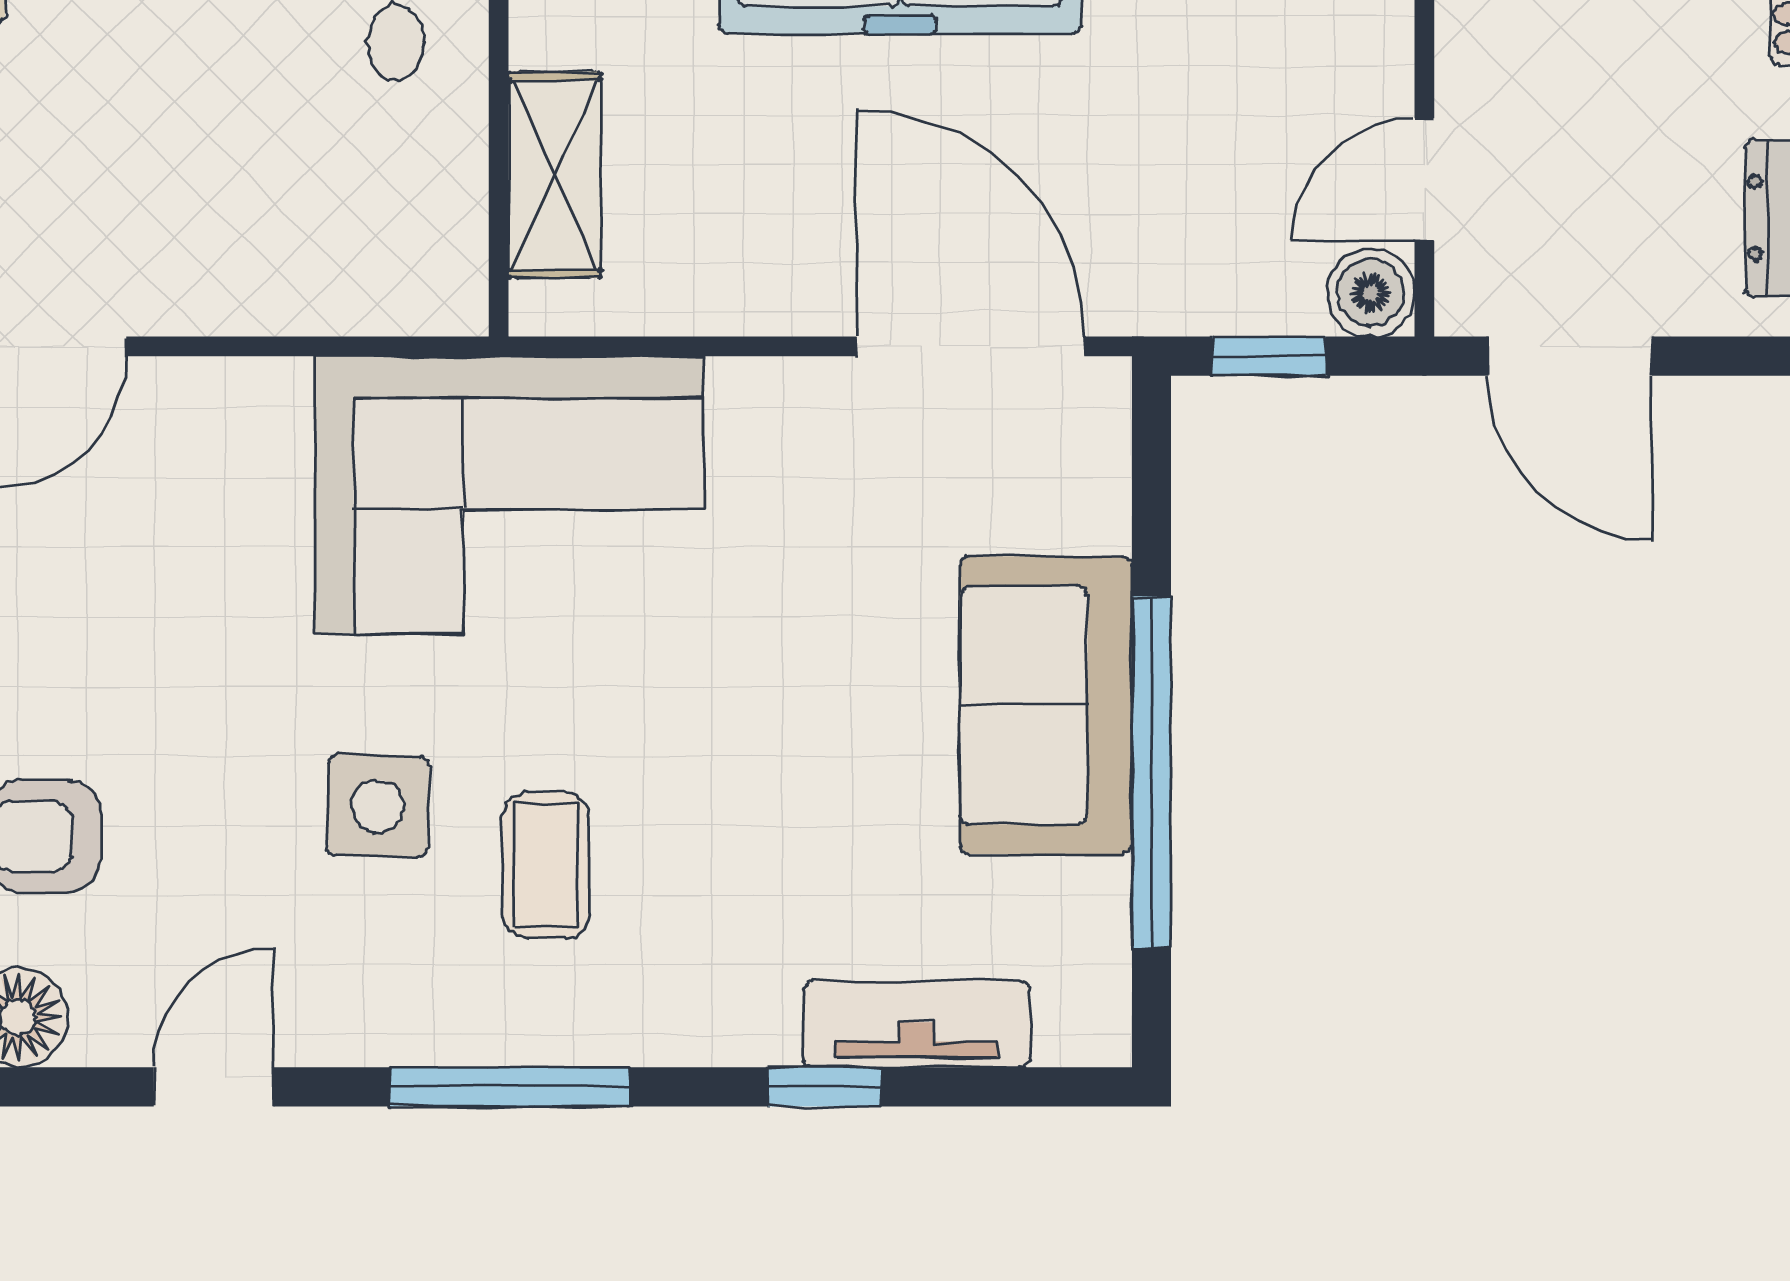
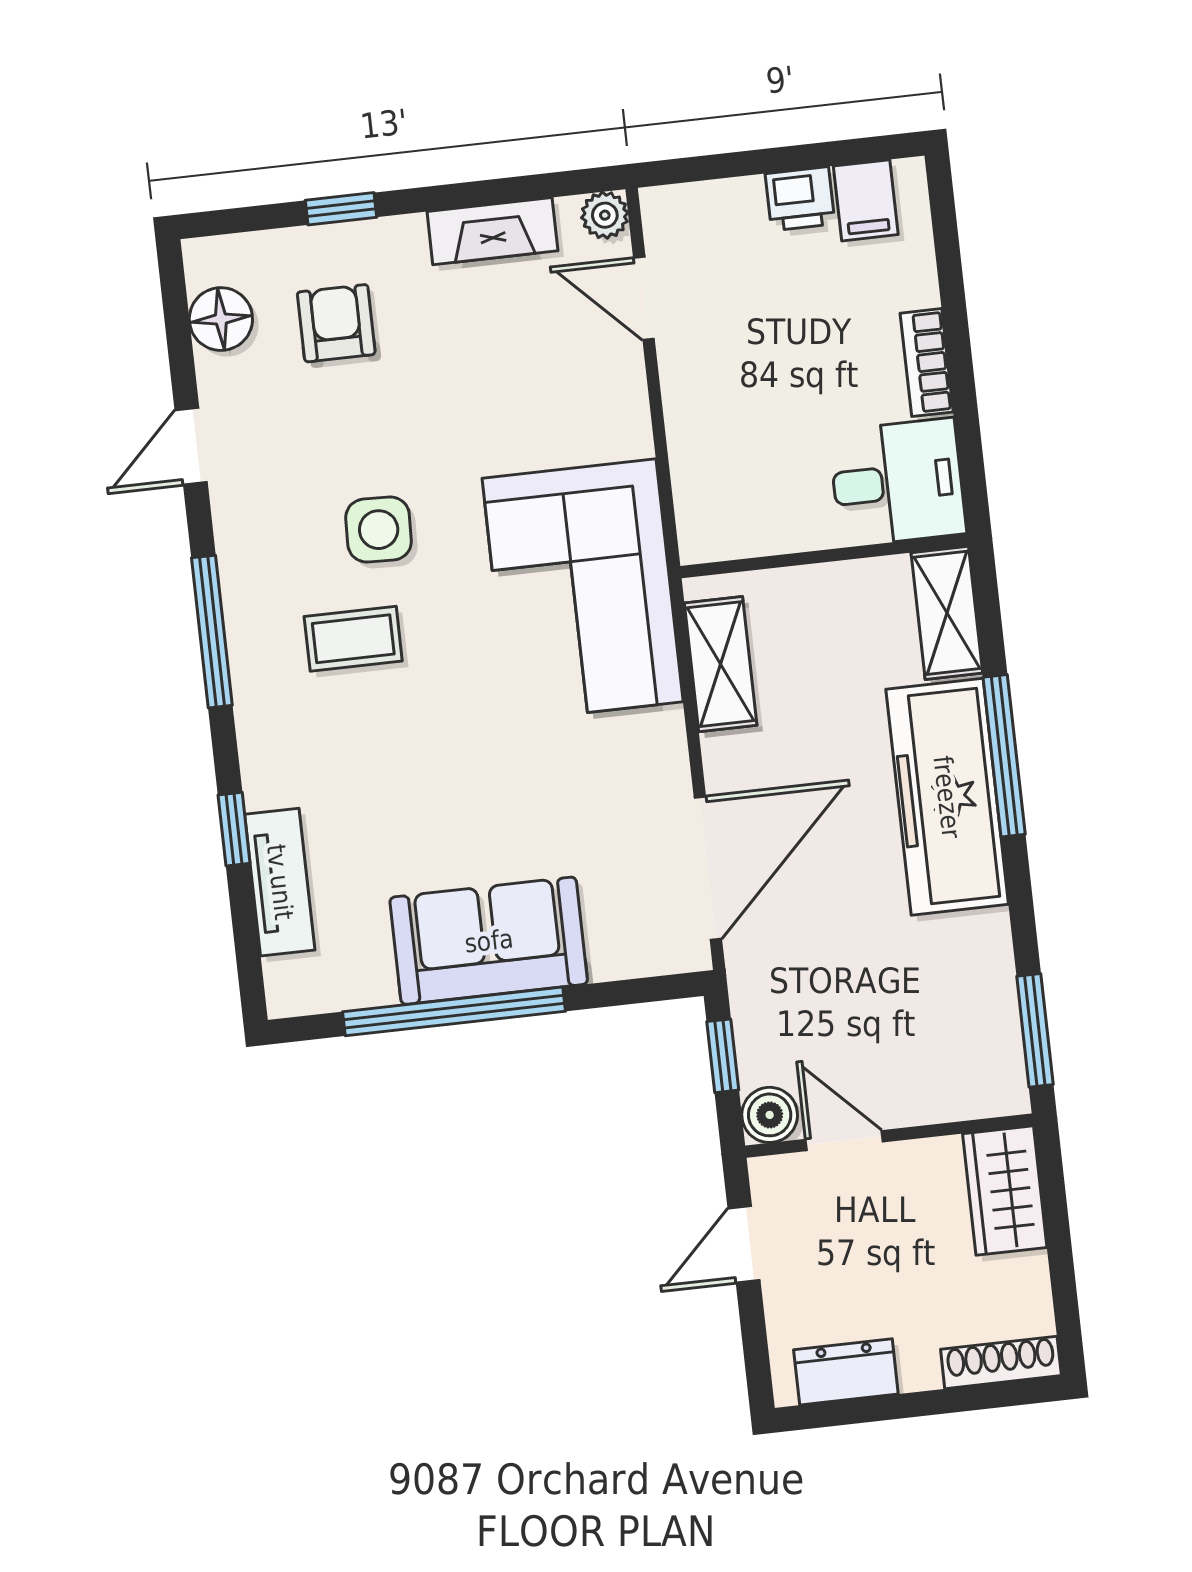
shelving: (555, 175) -> (721, 664), moved, turned 90
door: (1570, 356) -> (744, 1244), width x0.73
door: (213, 1087) -> (191, 446), swing flipped

